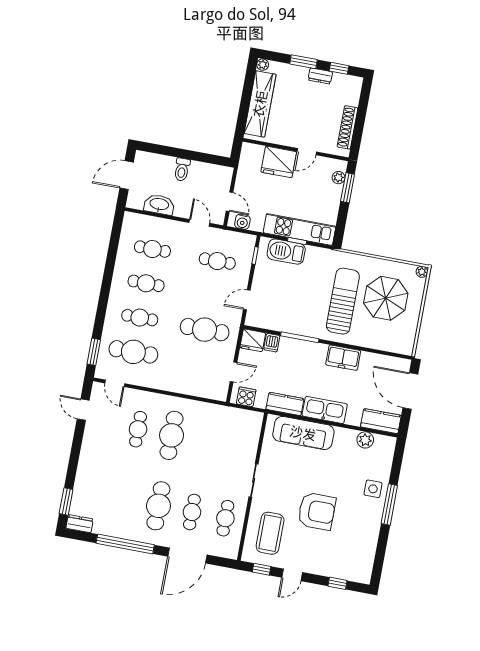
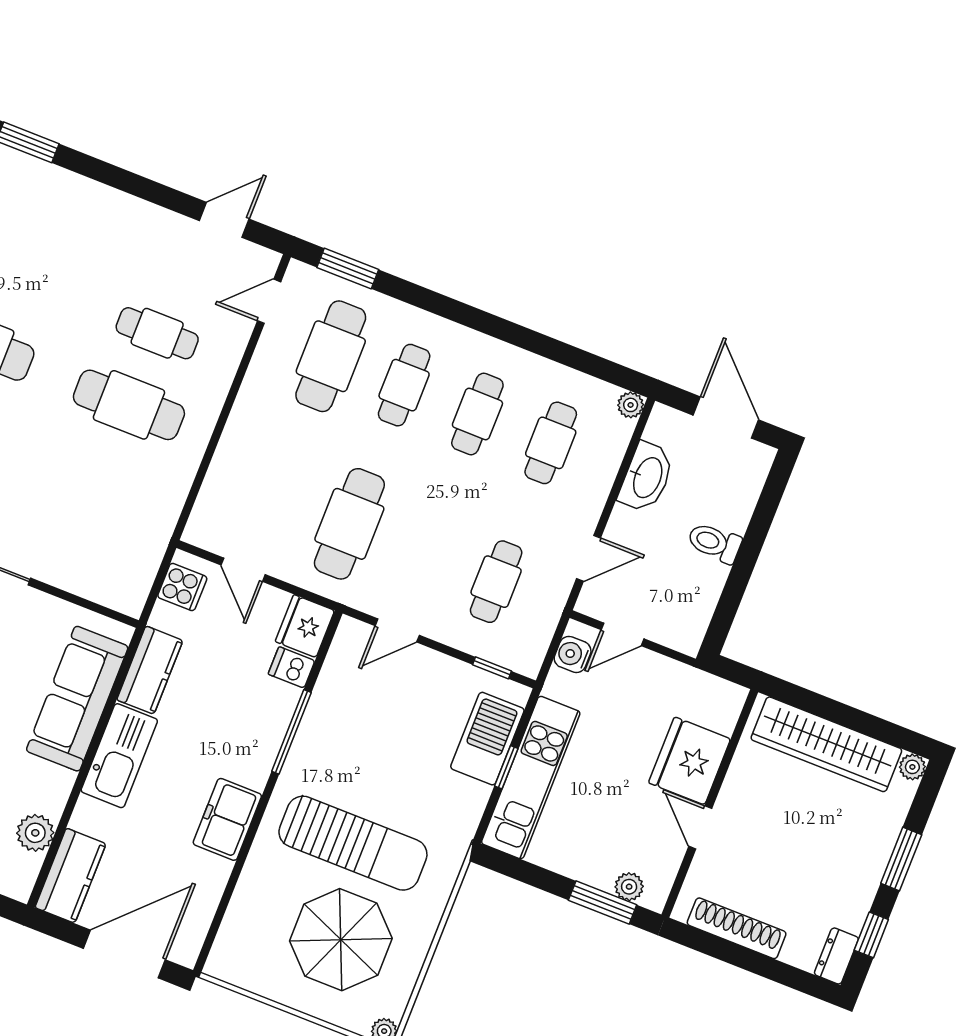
dresser: (320, 76) -> (836, 956), moved
plant: (129, 218) -> (631, 405), added
door: (247, 300) -> (397, 630), swing flipped

